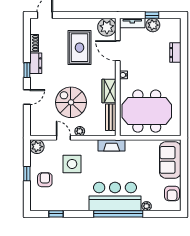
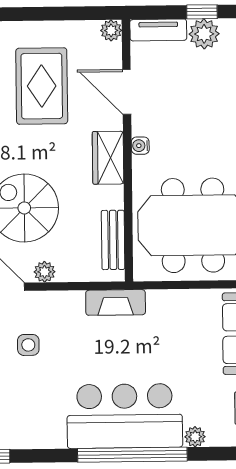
plant: (107, 27) -> (111, 30), width x0.53, depth x0.53
wardrobe: (109, 91) -> (108, 158), moved
side table: (72, 164) -> (28, 345), width x0.54, depth x0.54

